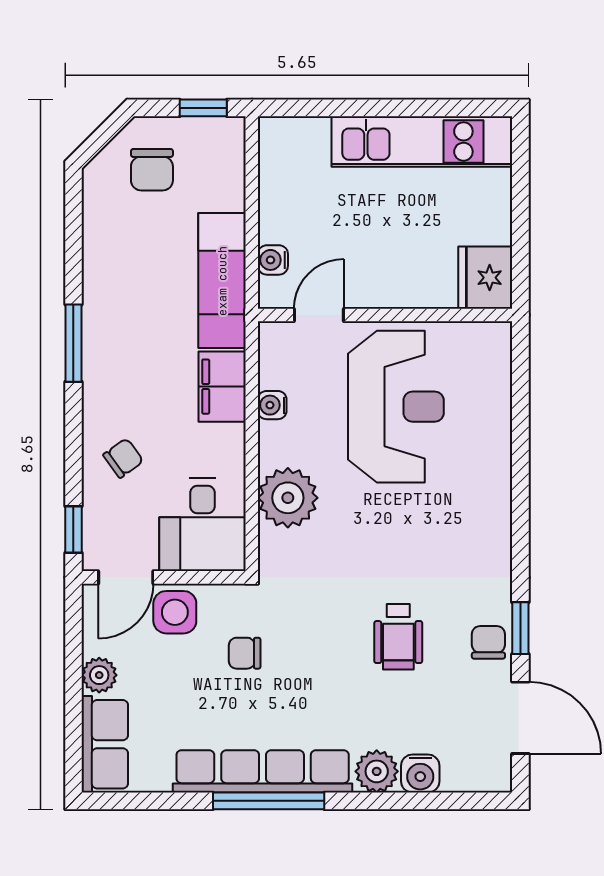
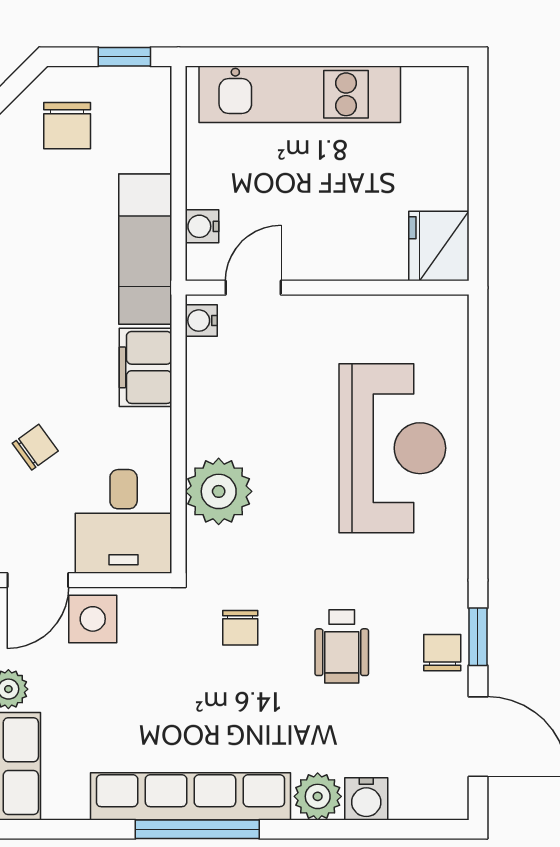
kitchen unit: (422, 142) -> (300, 94), moved
water cooler: (272, 405) -> (201, 321), moved
reception desk: (396, 407) -> (392, 448), moved
chair: (245, 653) -> (240, 628), moved, turned -90

